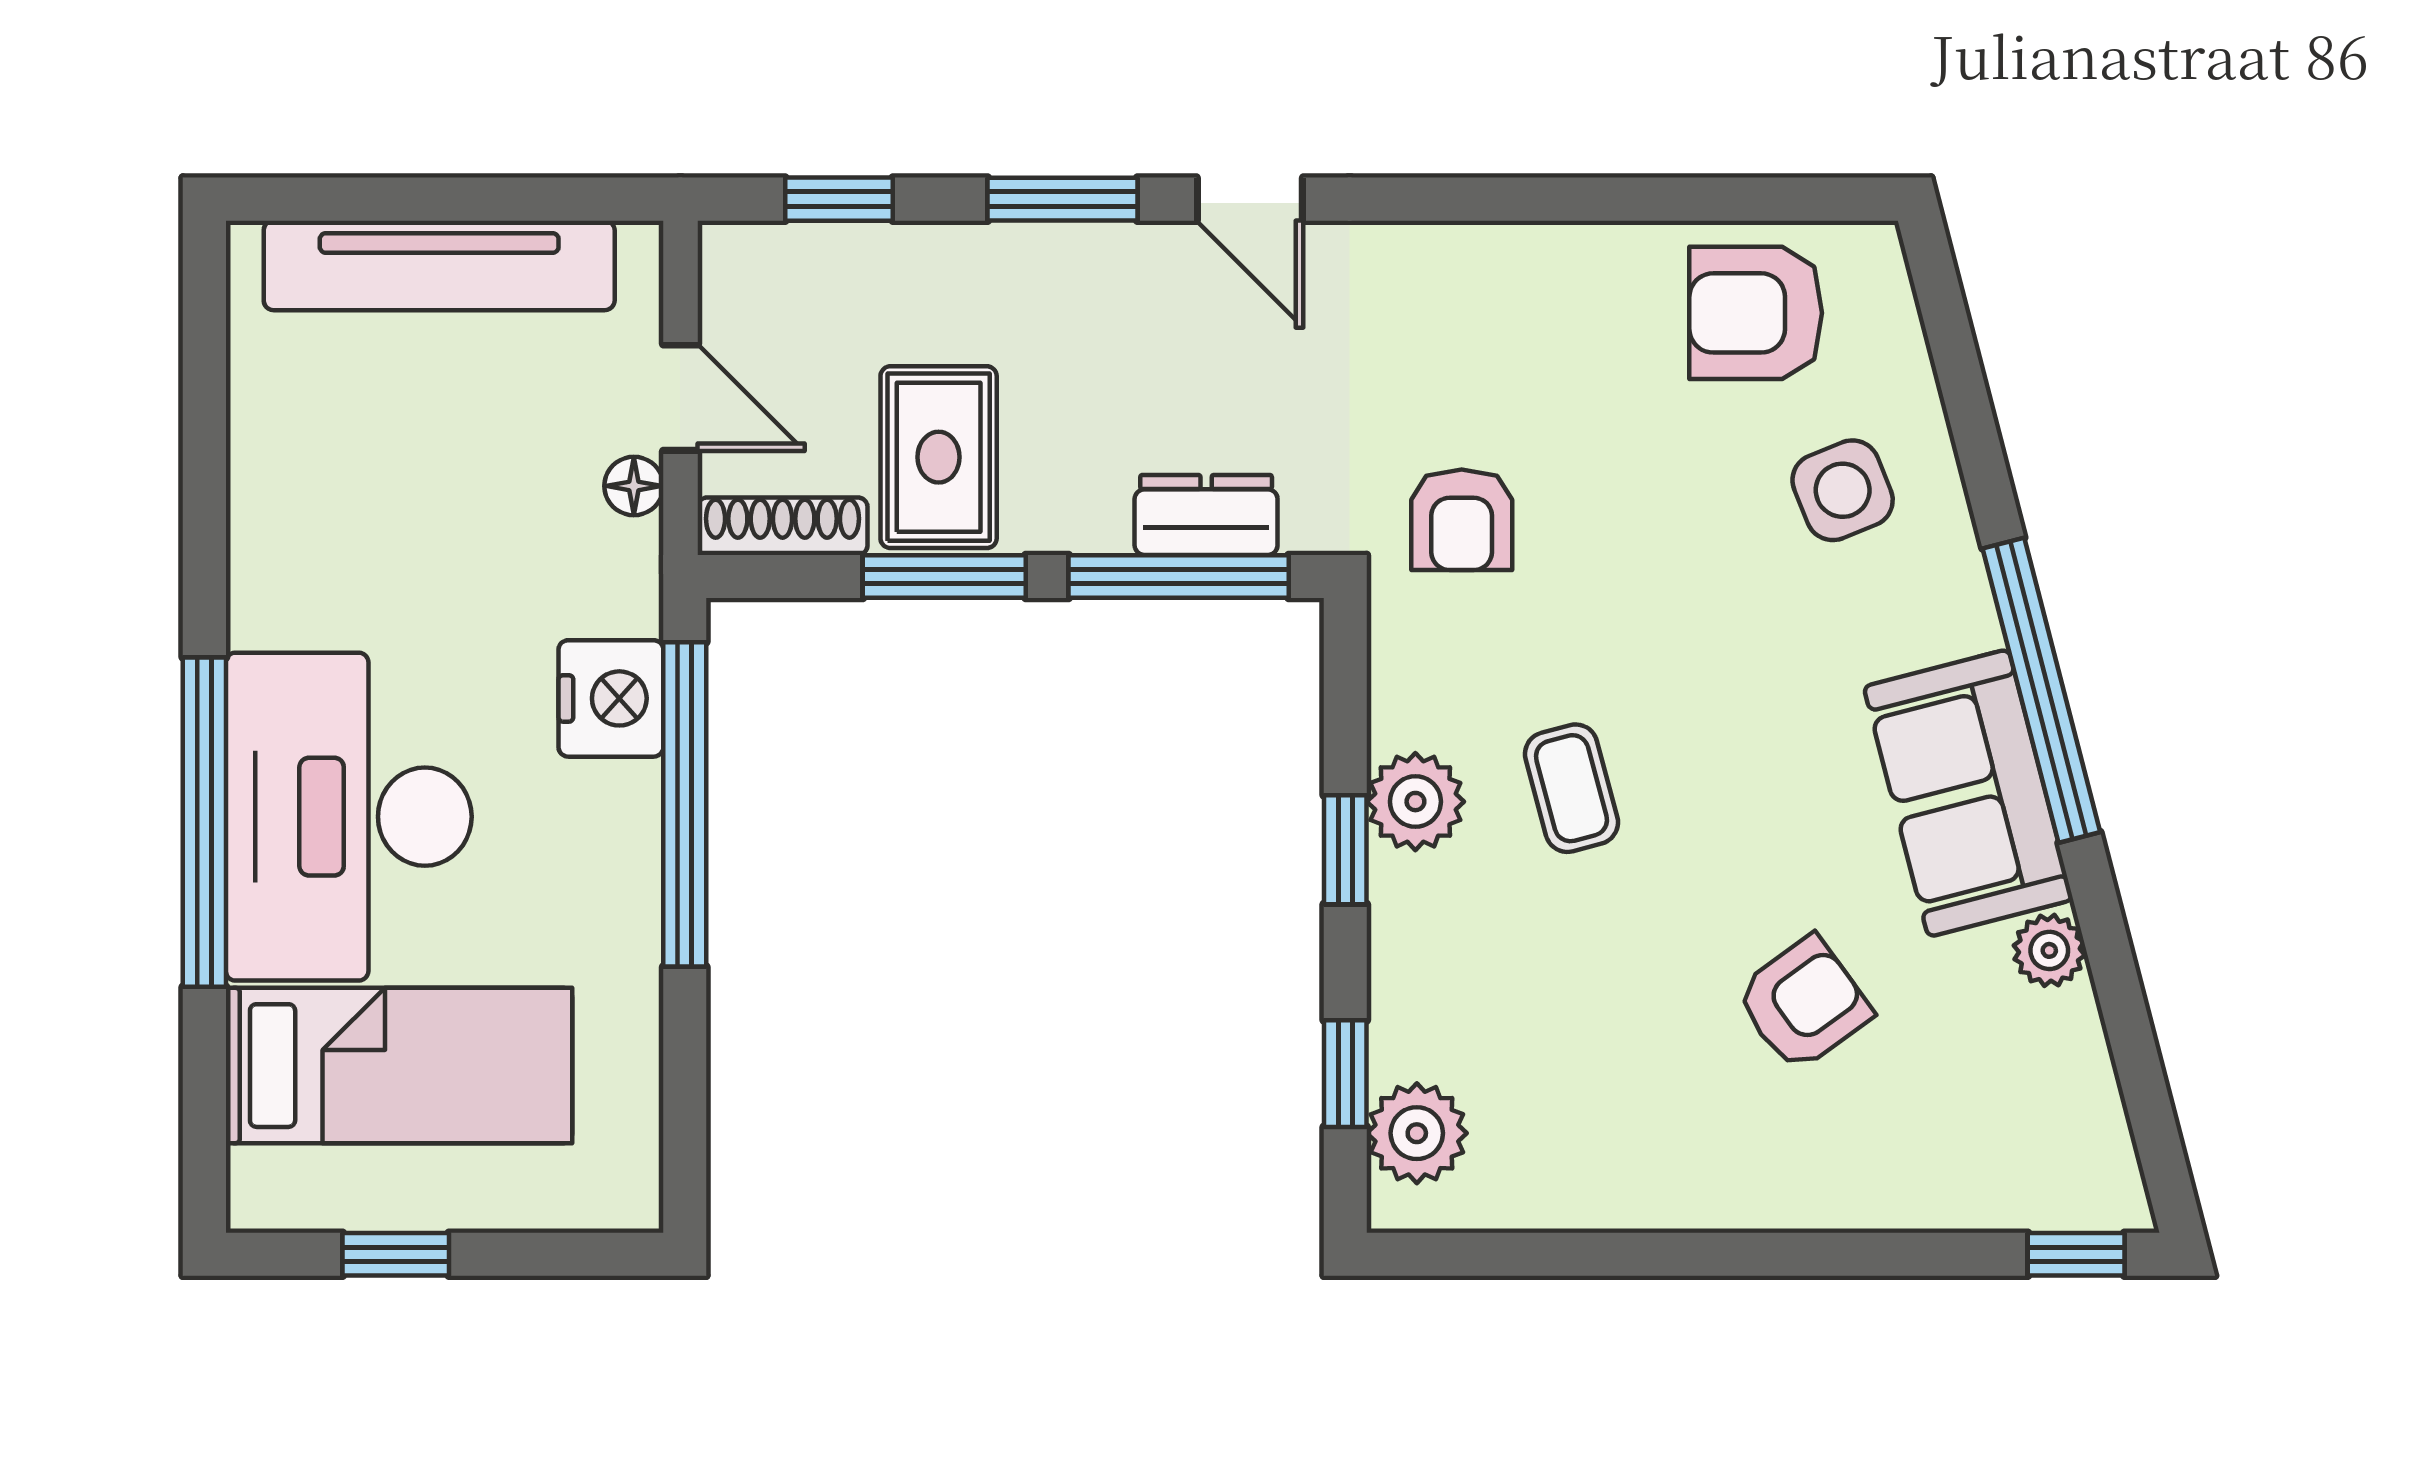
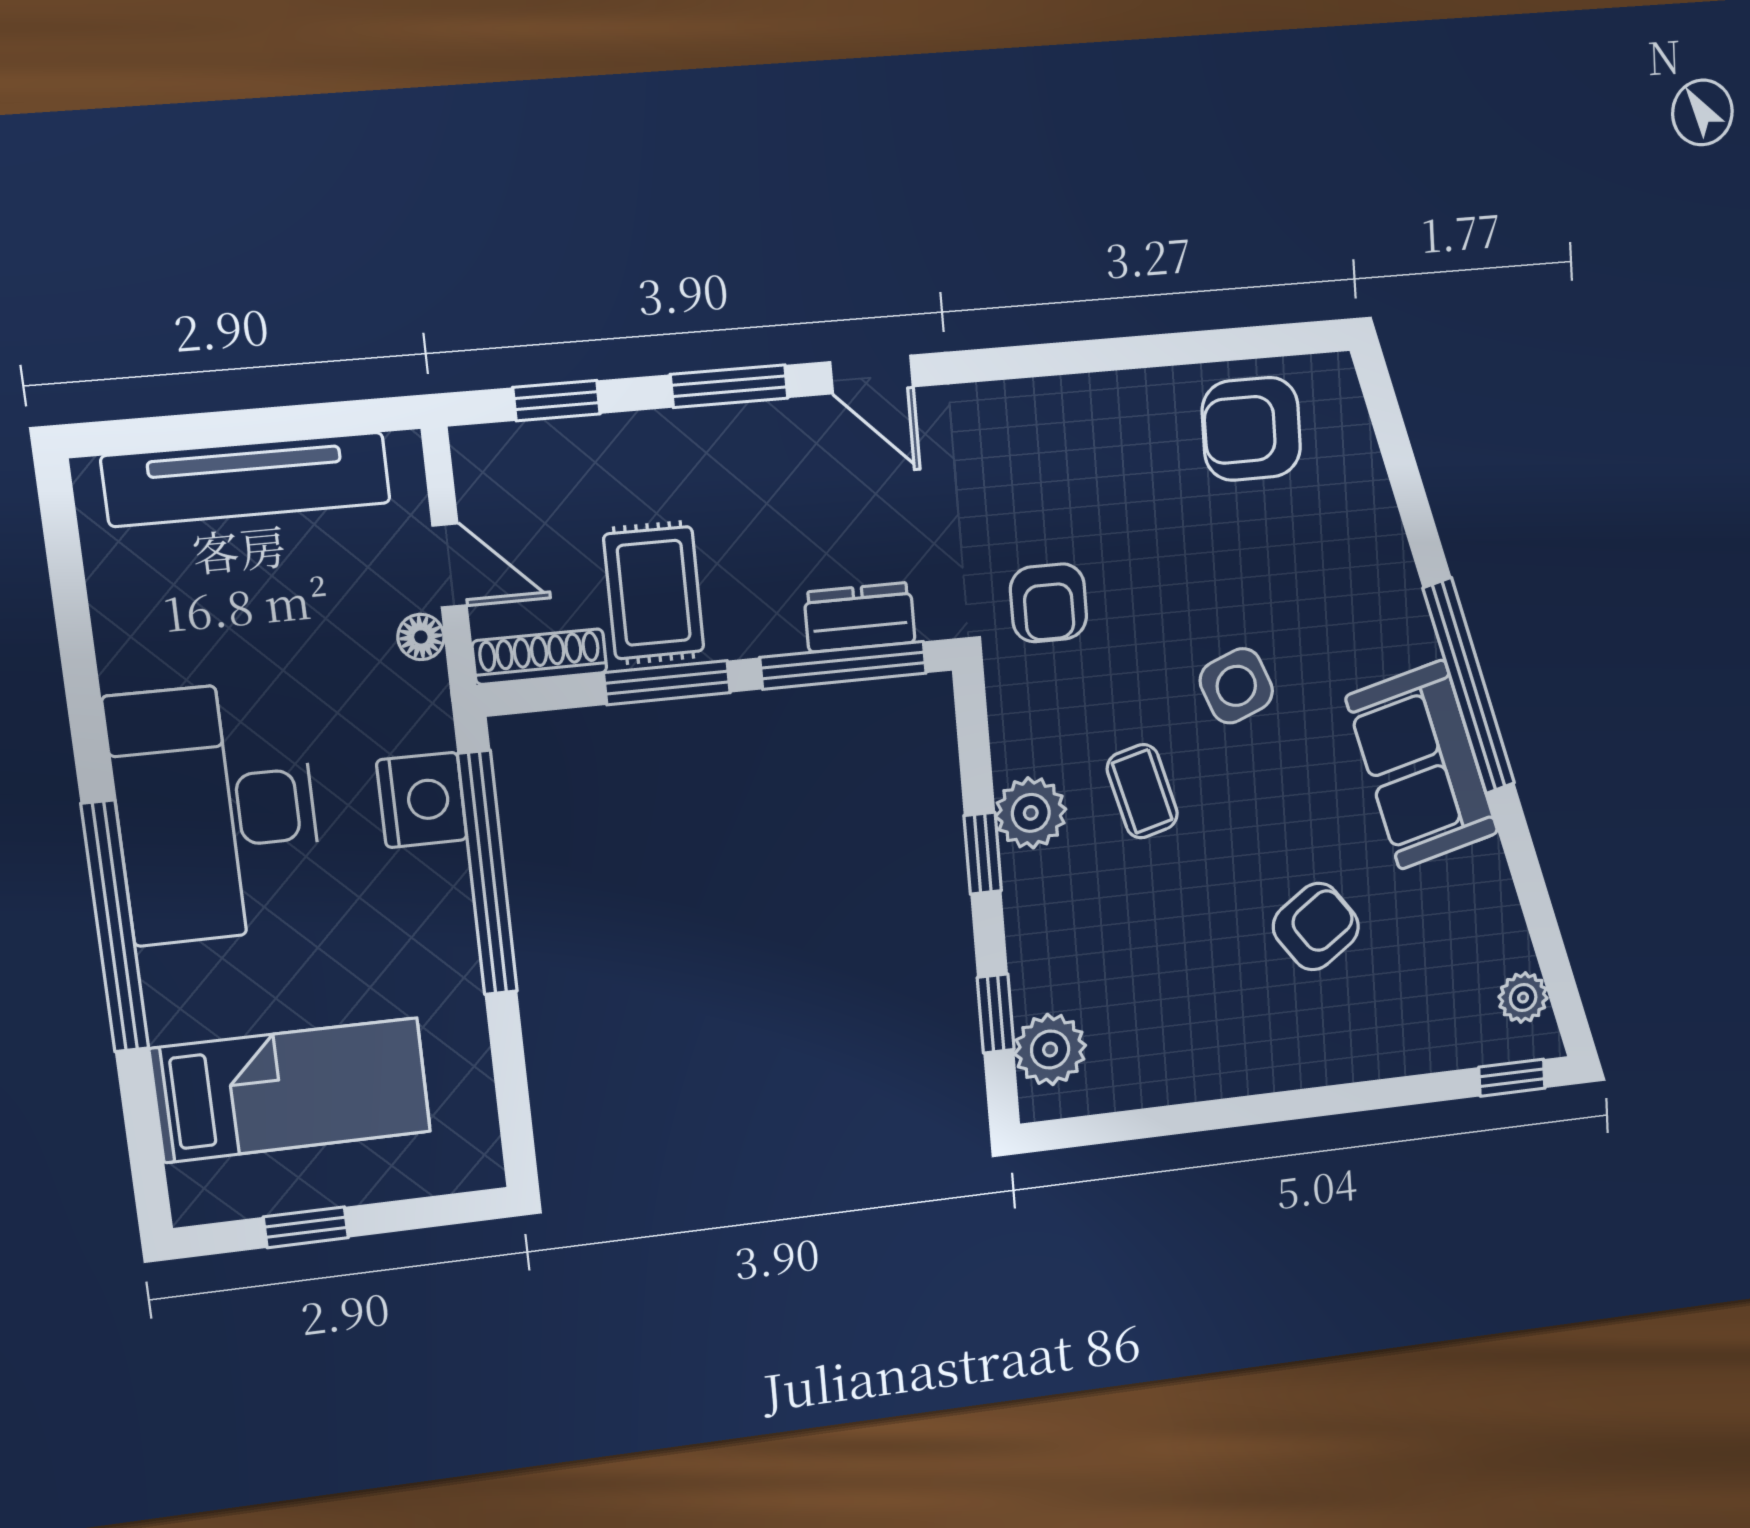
side table: (1843, 490) -> (1236, 686), moved
desk: (349, 817) -> (216, 813), moved
plant: (2049, 950) -> (1523, 998), moved

